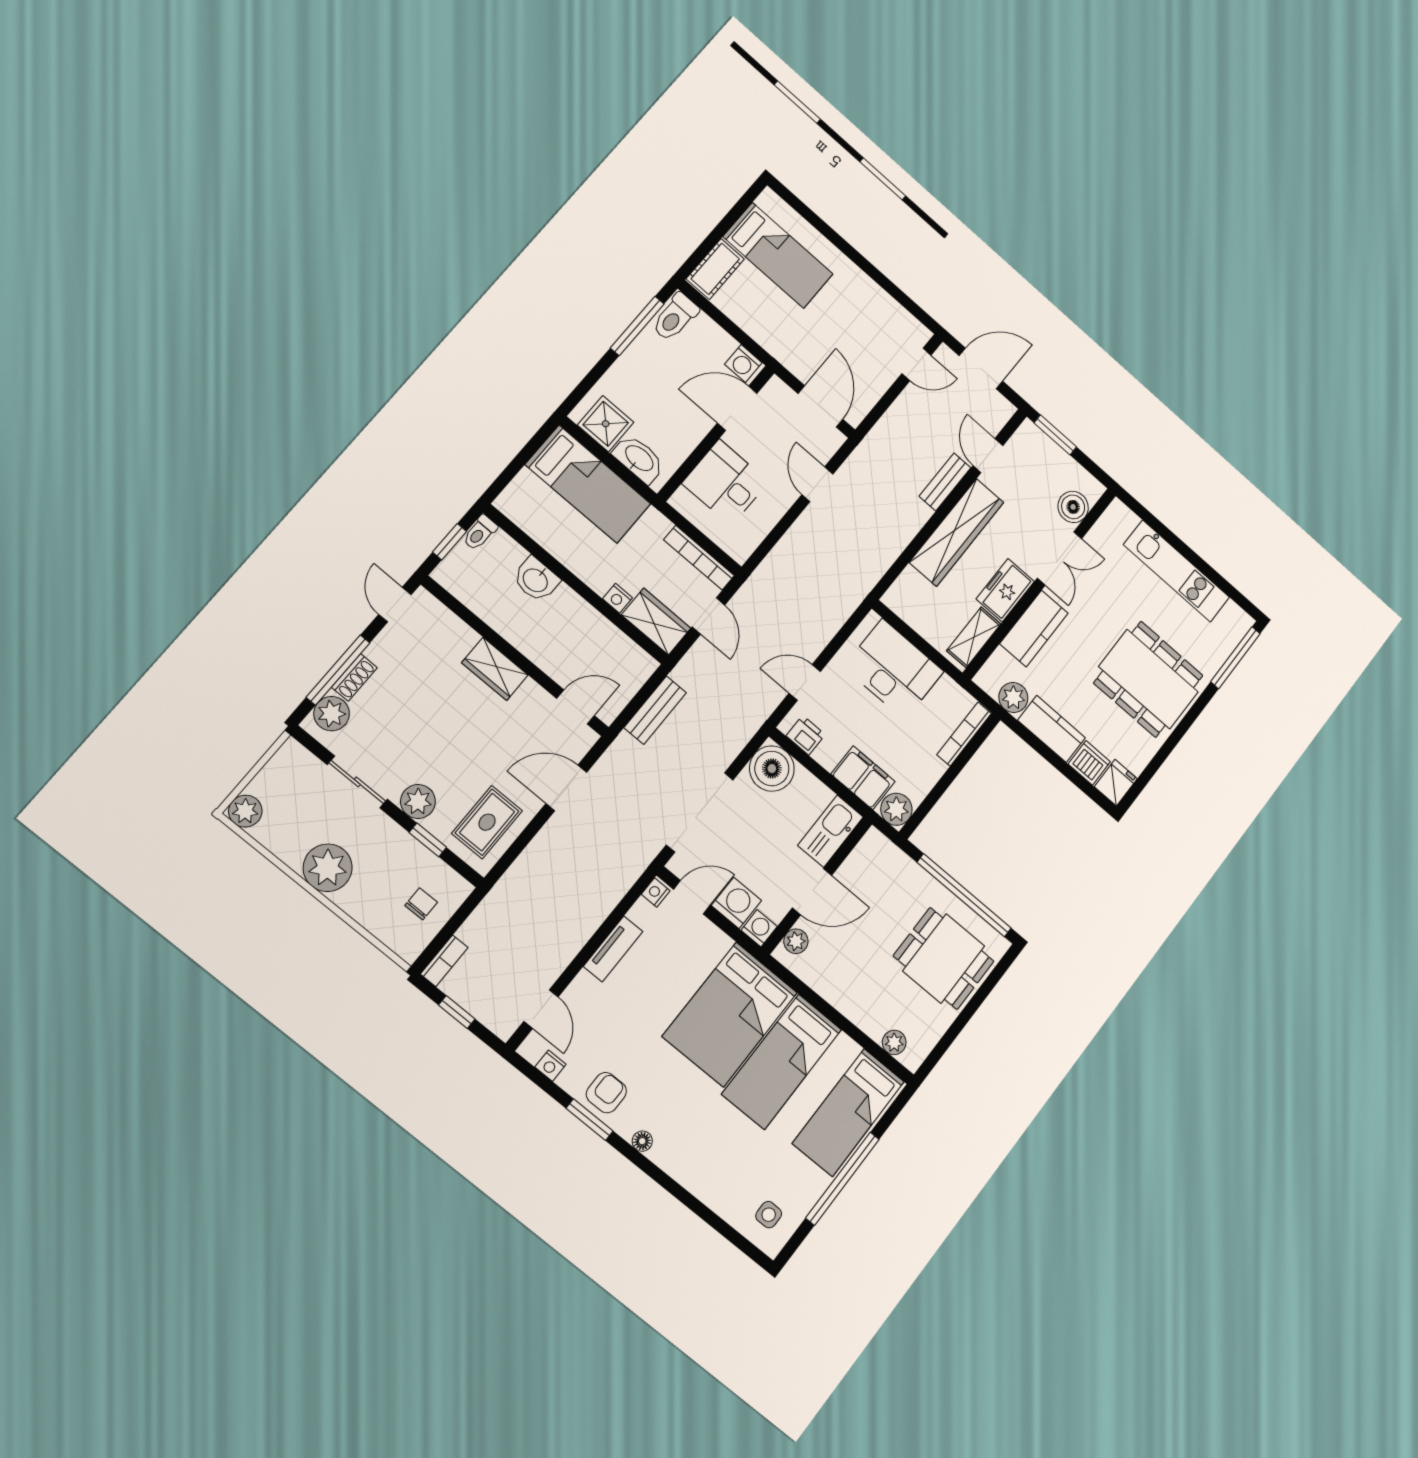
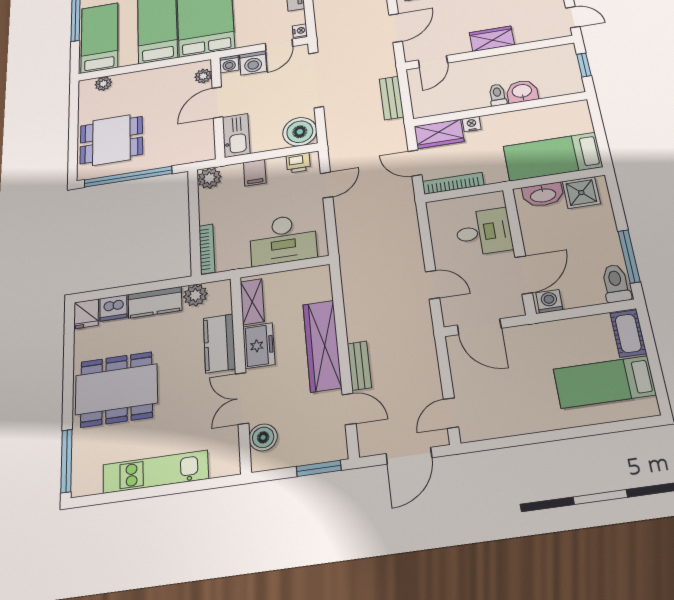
toilet: (480, 533) -> (498, 95), moved
filing cabinet: (863, 778) -> (255, 173), width x0.50

